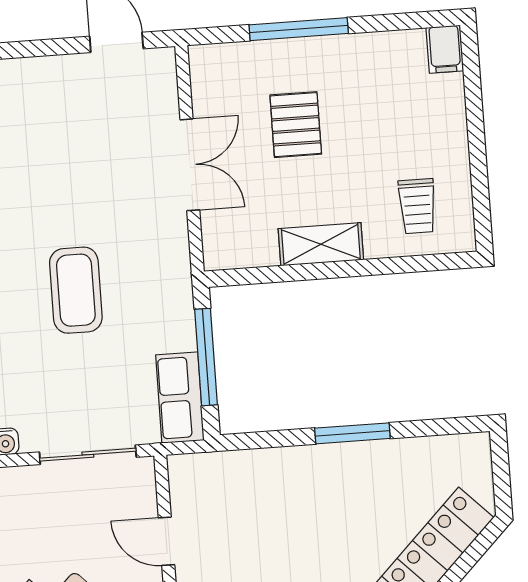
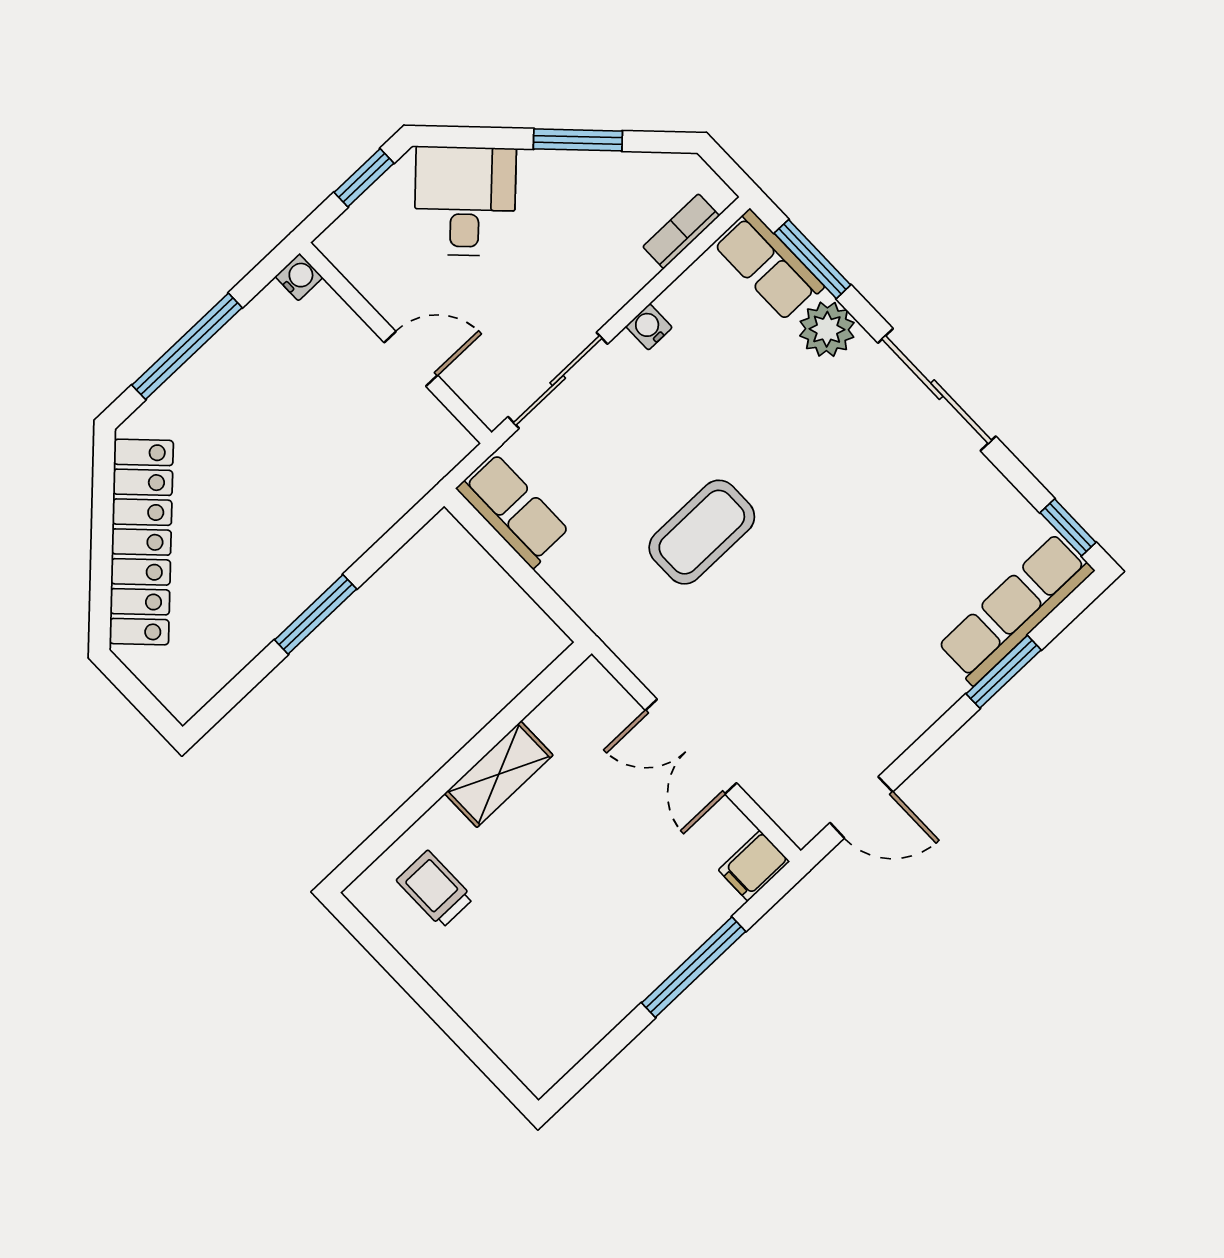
filing cabinet: (445, 49) -> (754, 866), moved, turned -90
pallet: (296, 125) -> (620, 871), removed
coffee table: (76, 290) -> (702, 532), turned 90
window: (206, 357) -> (520, 571), removed

